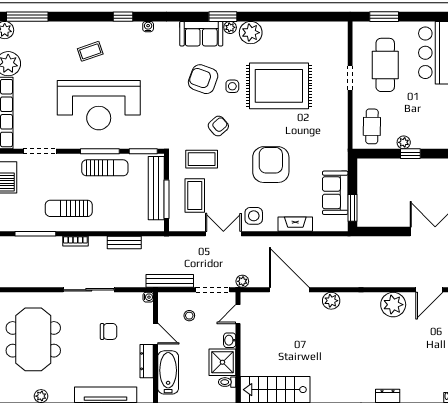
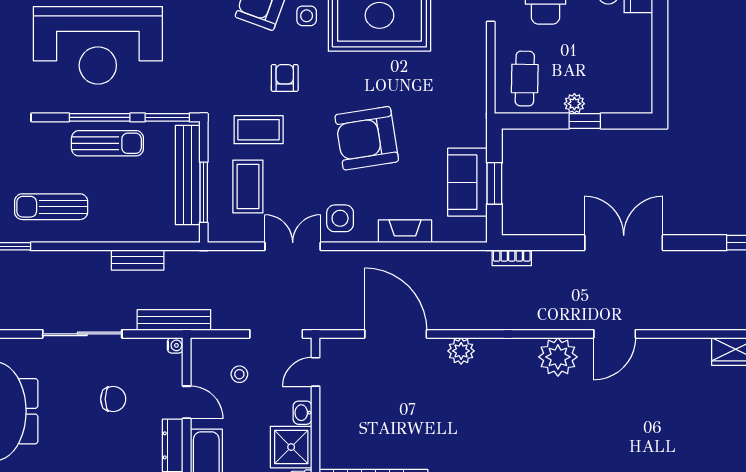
armchair: (218, 126) -> (285, 78), turned -48
armchair: (271, 165) -> (367, 138), turned -99
window: (352, 208) -> (494, 183), moved
bookcase: (75, 241) -> (512, 258), moved
bench: (170, 281) -> (174, 320), moved
plant: (242, 281) -> (322, 321), removed

